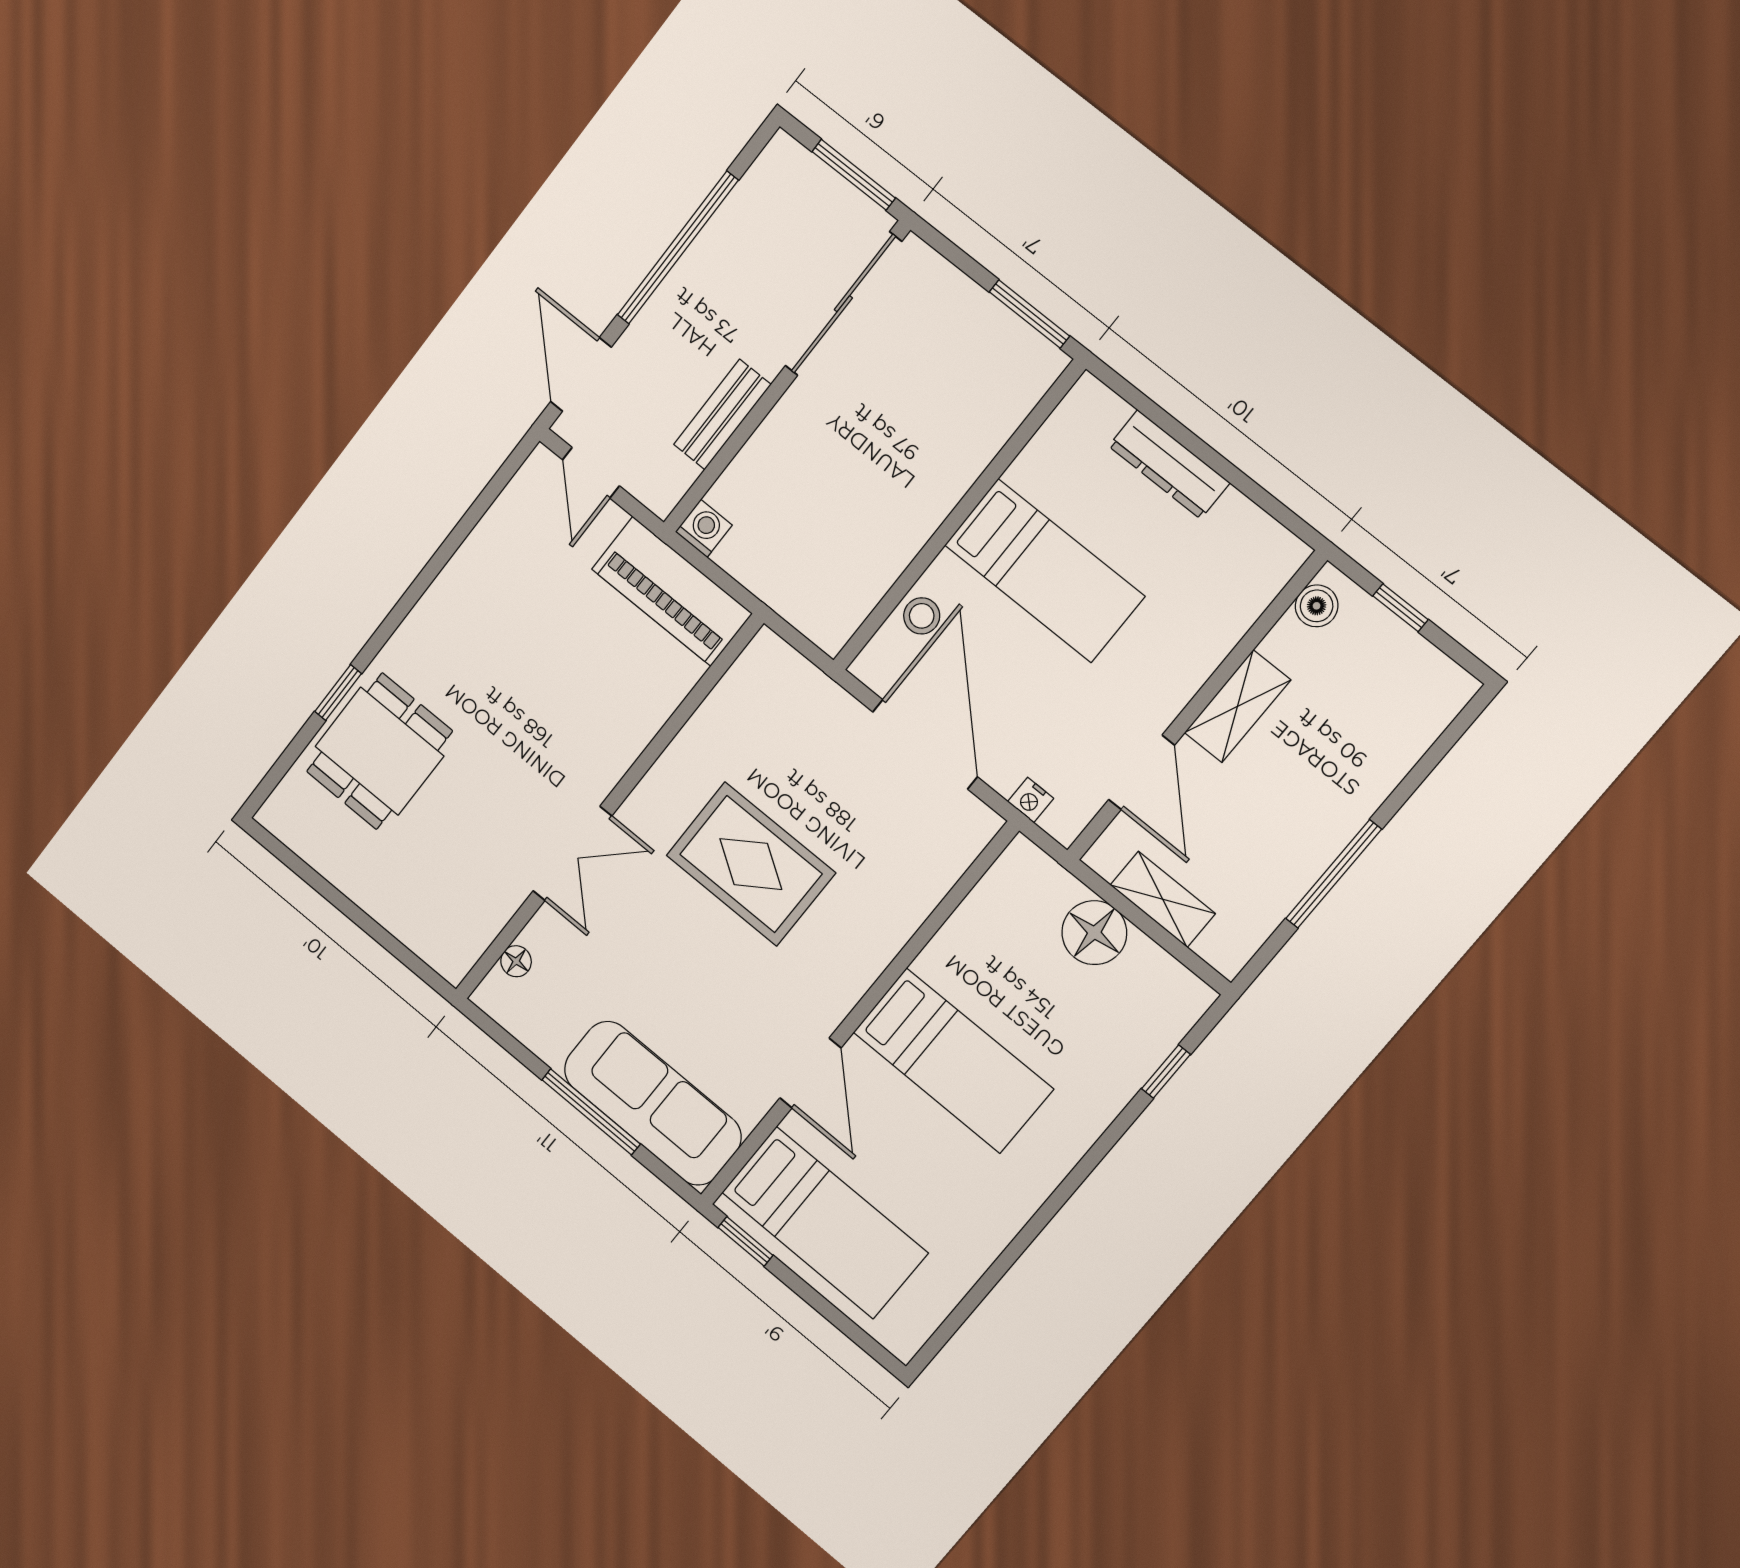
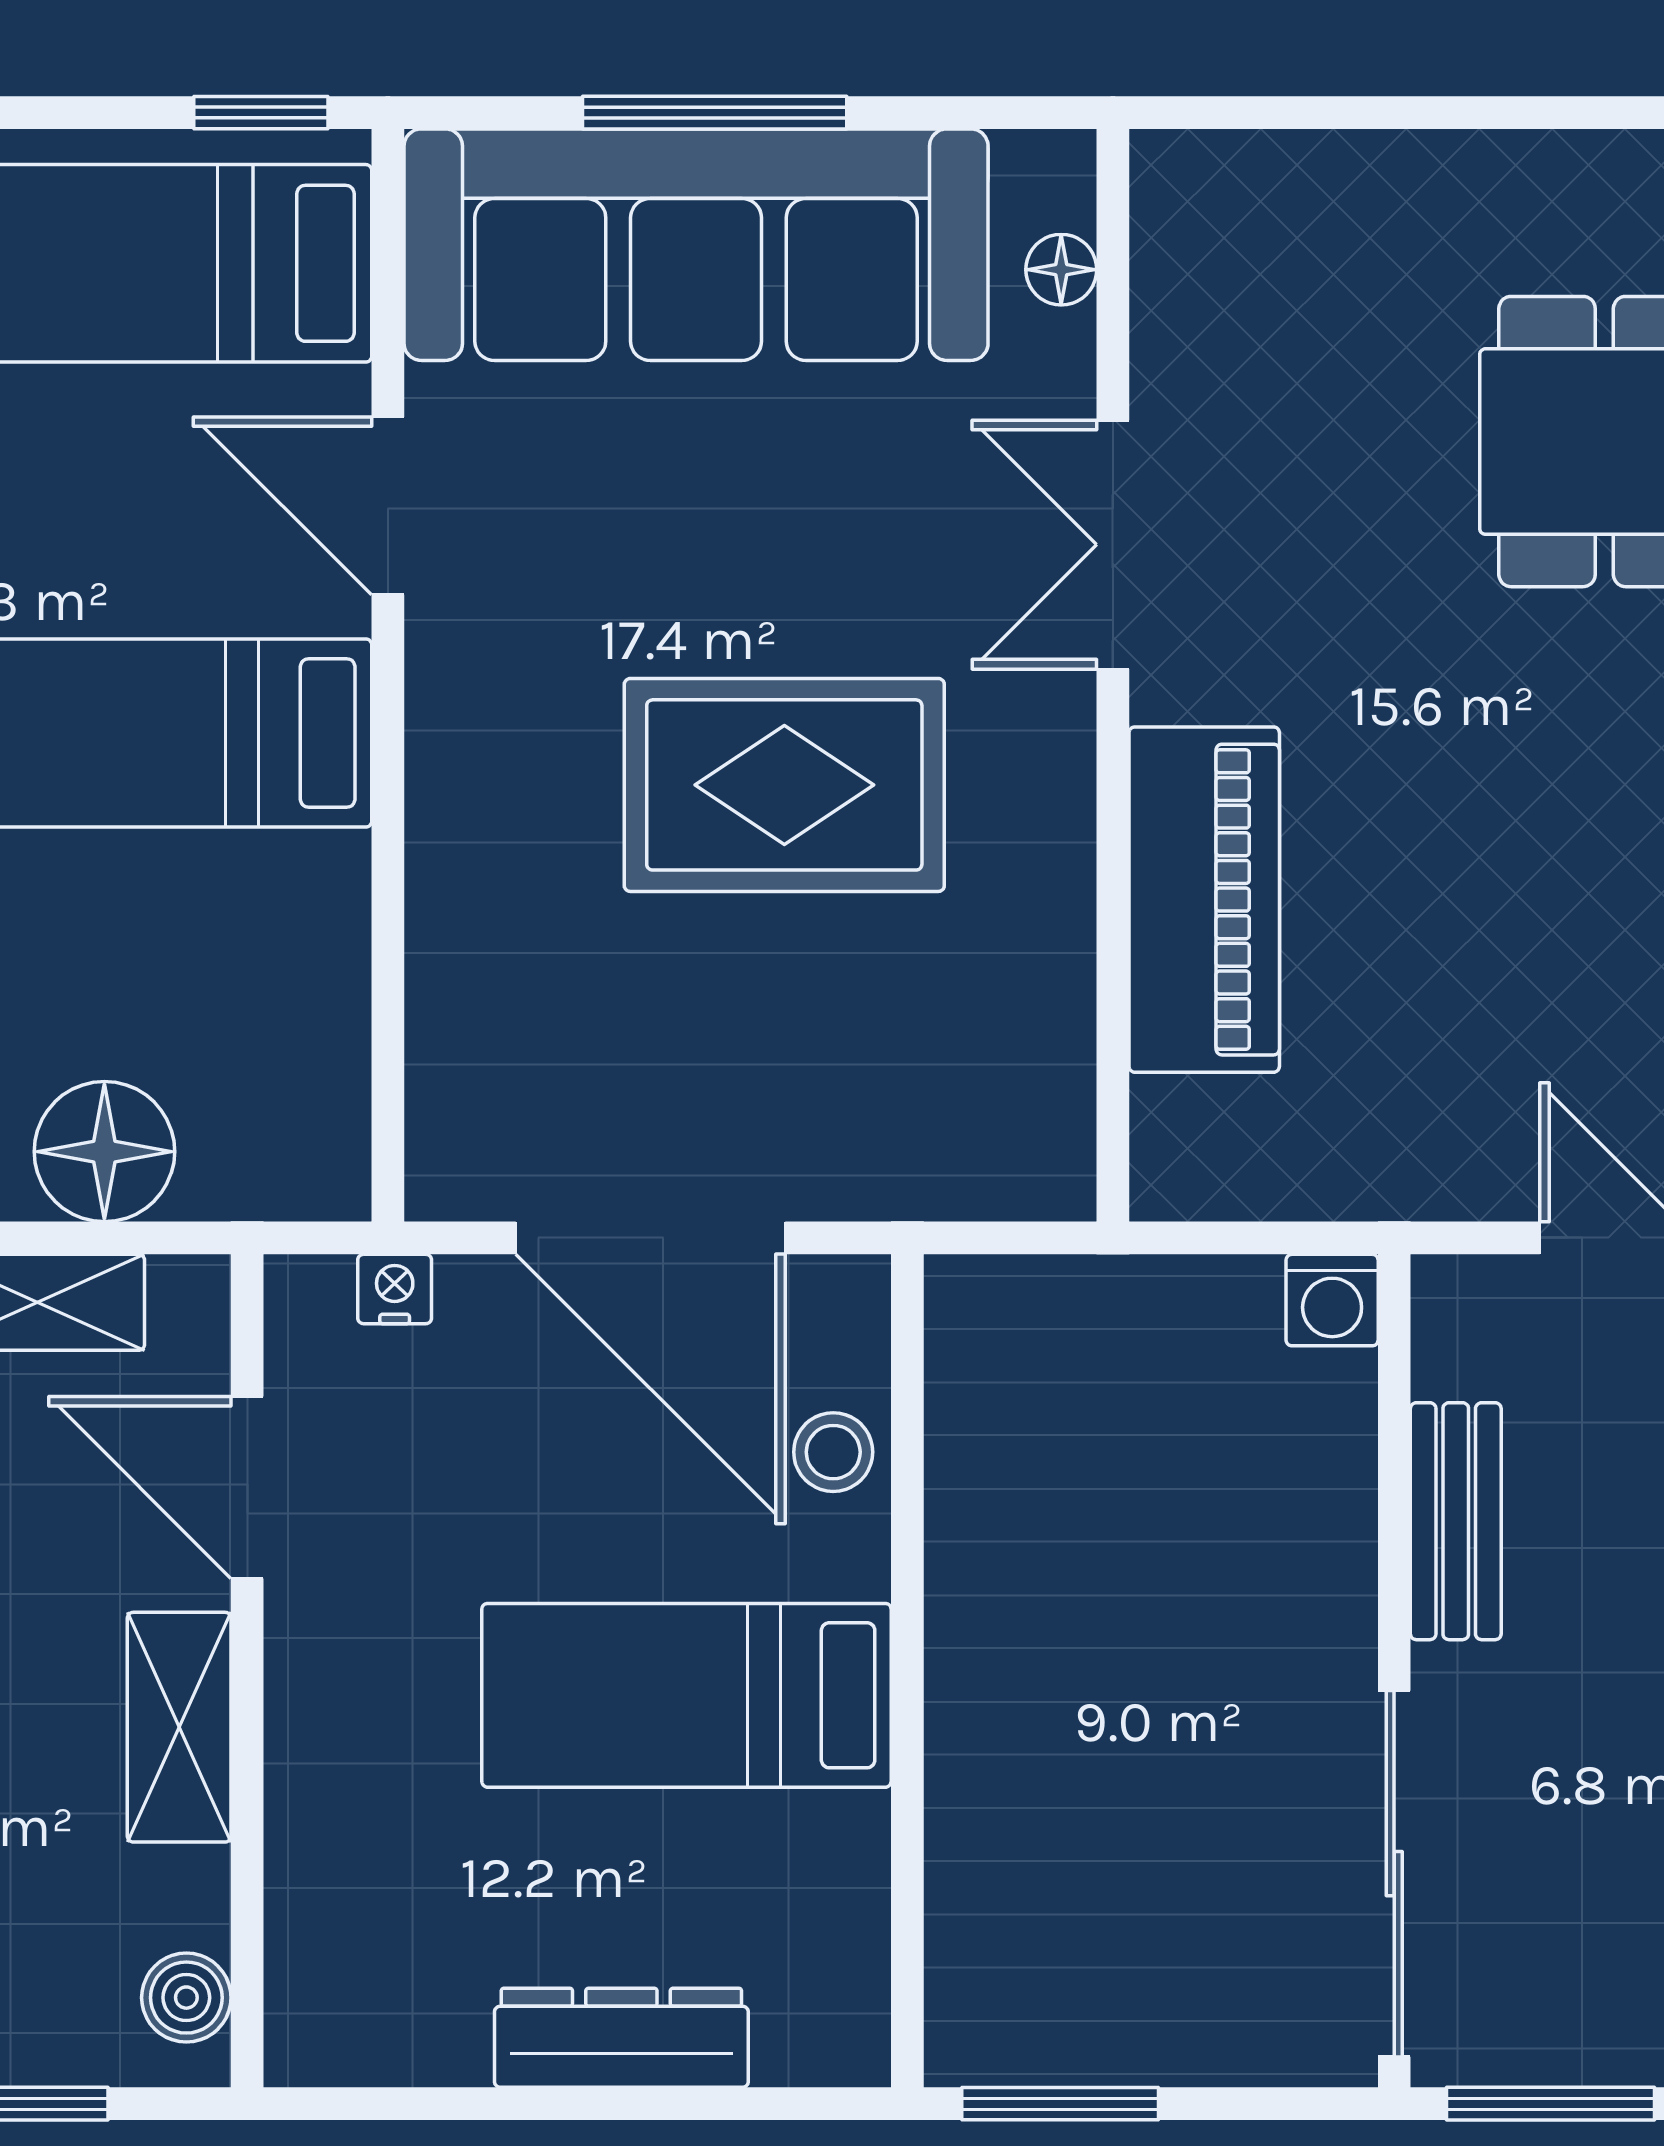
piano: (672, 591) -> (1204, 900), moved, turned 90
sofa: (653, 1103) -> (696, 245), width x1.36, depth x1.27

